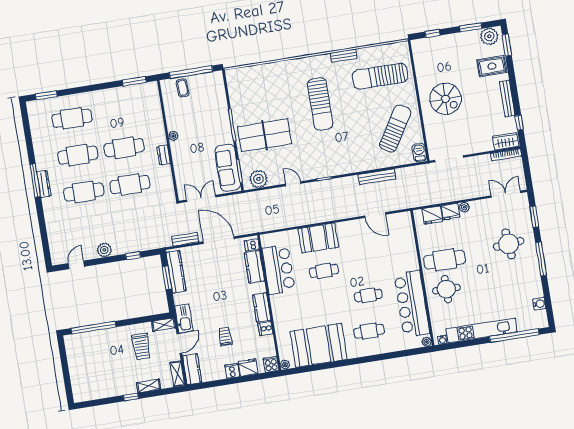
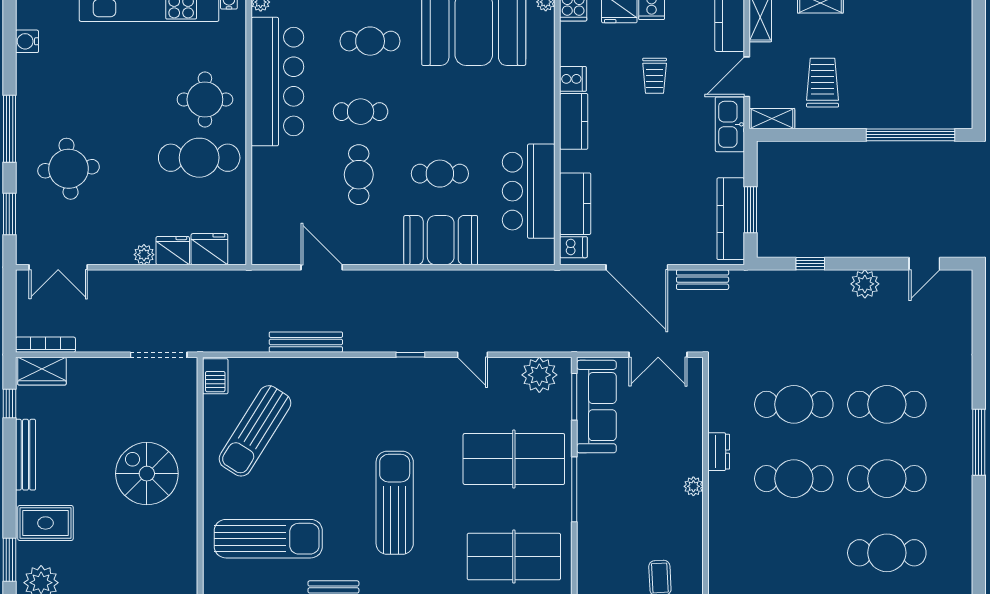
table tennis table: (257, 87) -> (514, 557), added
dresser: (44, 184) -> (962, 433), removed
cafe table: (364, 264) -> (359, 175), added

